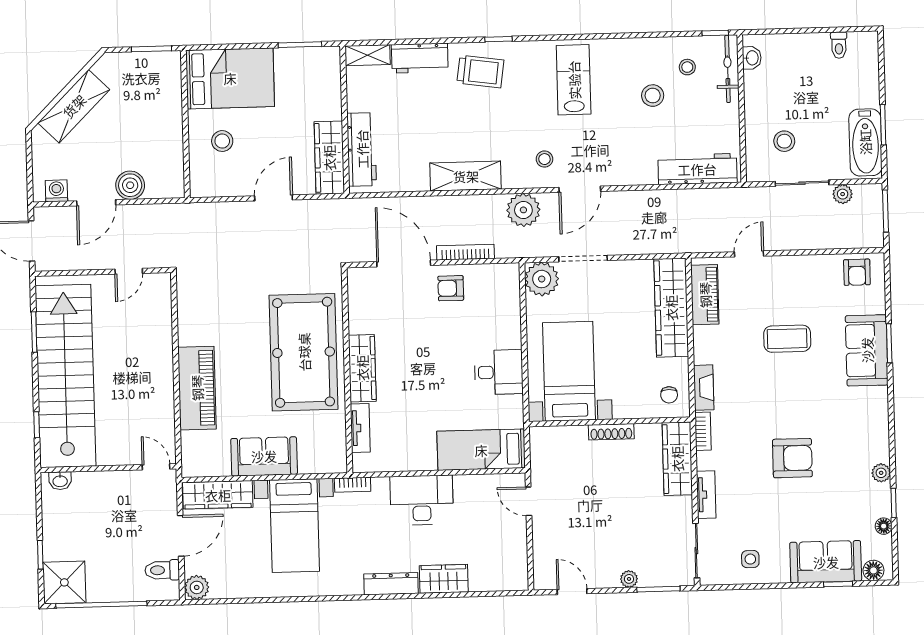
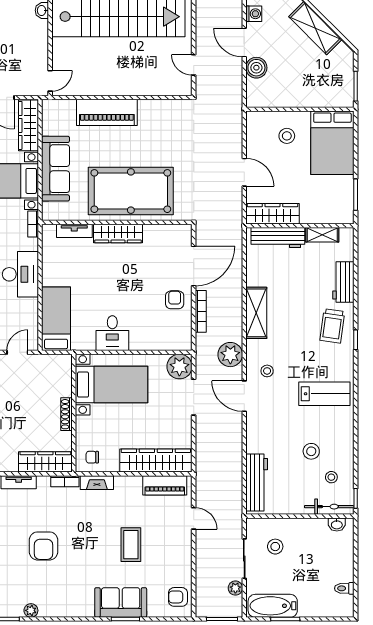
shelving: (368, 55) -> (322, 235), moved, turned 90
sofa: (264, 456) -> (56, 169), width x1.36

